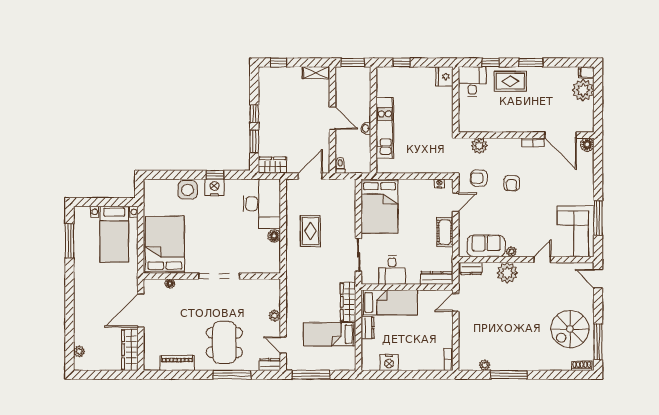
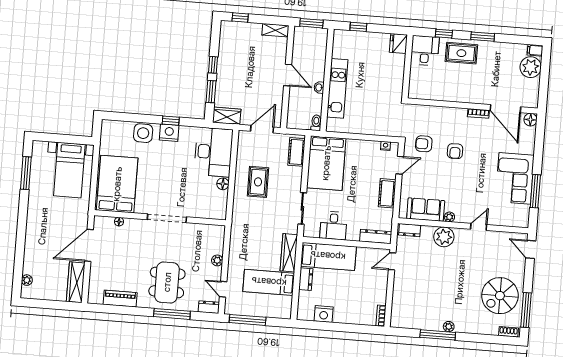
plant: (479, 146) -> (427, 113), removed
toilet: (340, 165) -> (316, 123), moved
cot: (348, 197) -> (296, 152), added
corner sofa: (576, 231) -> (515, 178), moved
plant: (485, 365) -> (449, 327), moved

